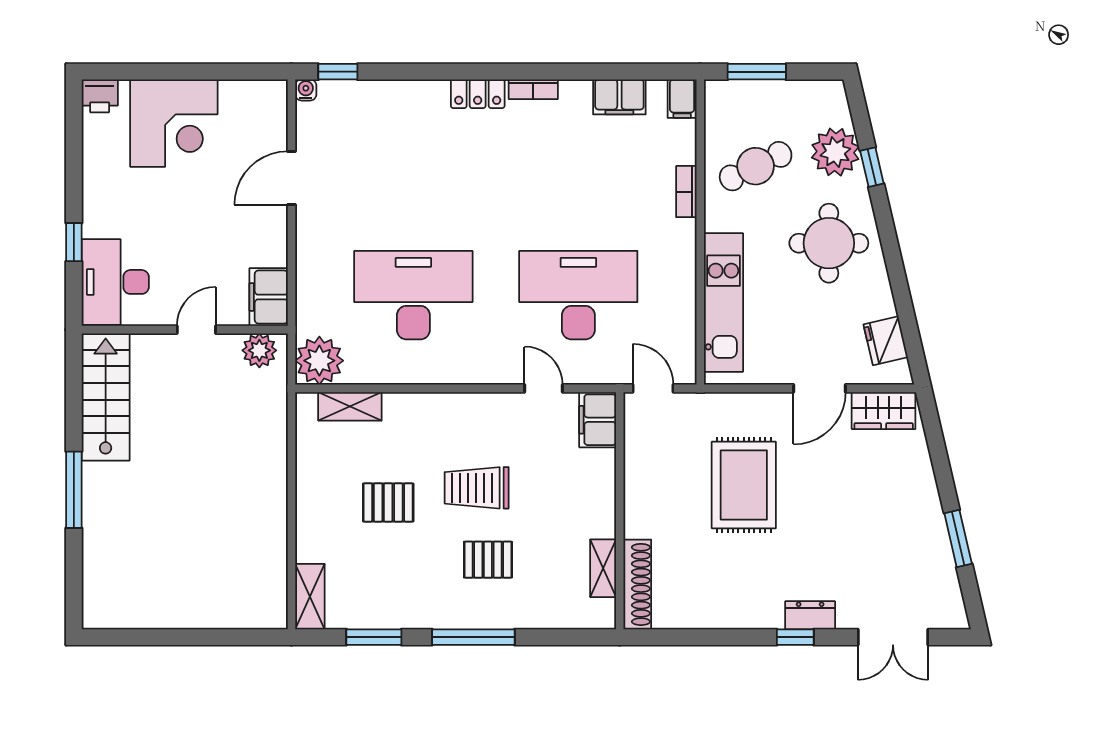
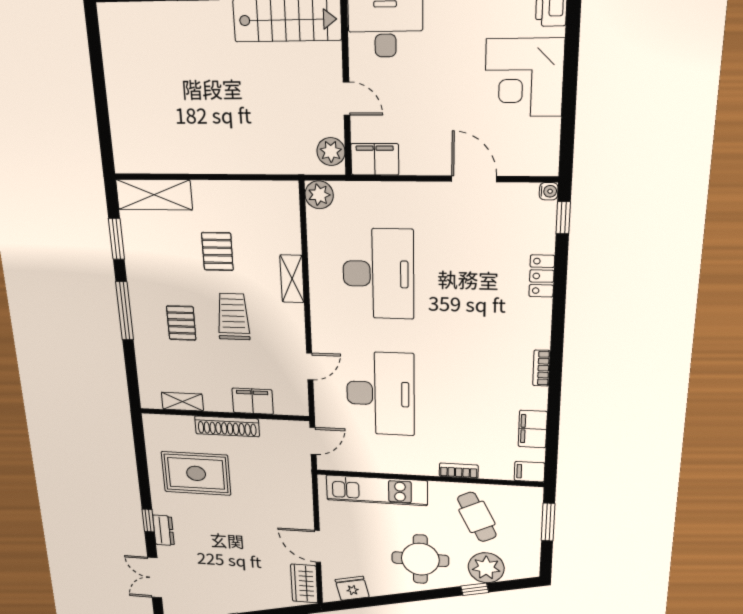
locker: (478, 94) -> (542, 276), moved
plant: (319, 361) -> (319, 195), width x0.73, depth x0.73
shelving: (350, 406) -> (292, 279), moved
filing cabinet: (598, 420) -> (253, 401), moved
rug: (744, 485) -> (196, 473), moved
shoe rack: (637, 584) -> (227, 426), moved
shelving: (310, 597) -> (154, 195), width x1.50, depth x1.33

